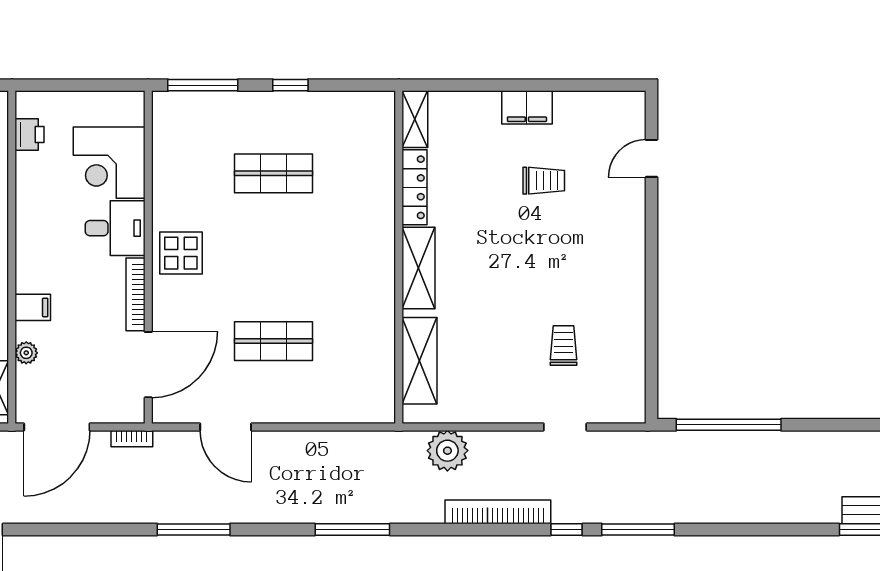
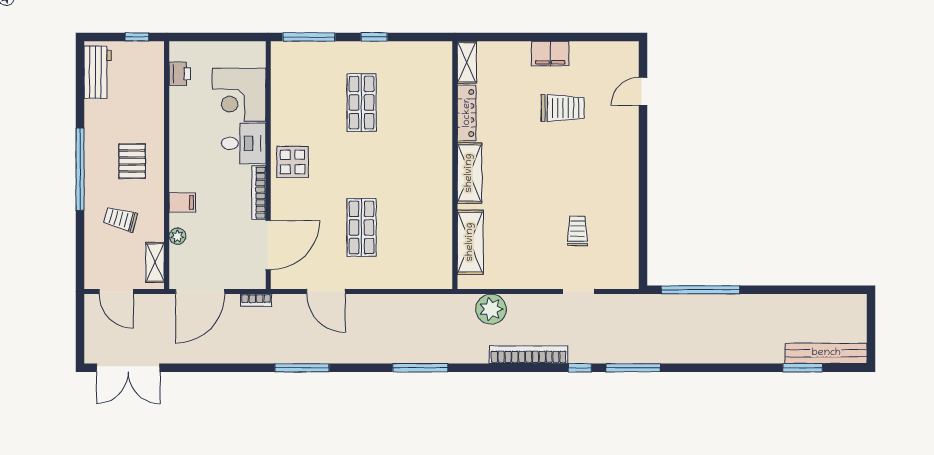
shop shelf: (274, 173) -> (362, 103), turned 90
trolley: (544, 181) -> (563, 108), width x1.36, depth x1.39
shop shelf: (274, 341) -> (362, 227), turned 90

